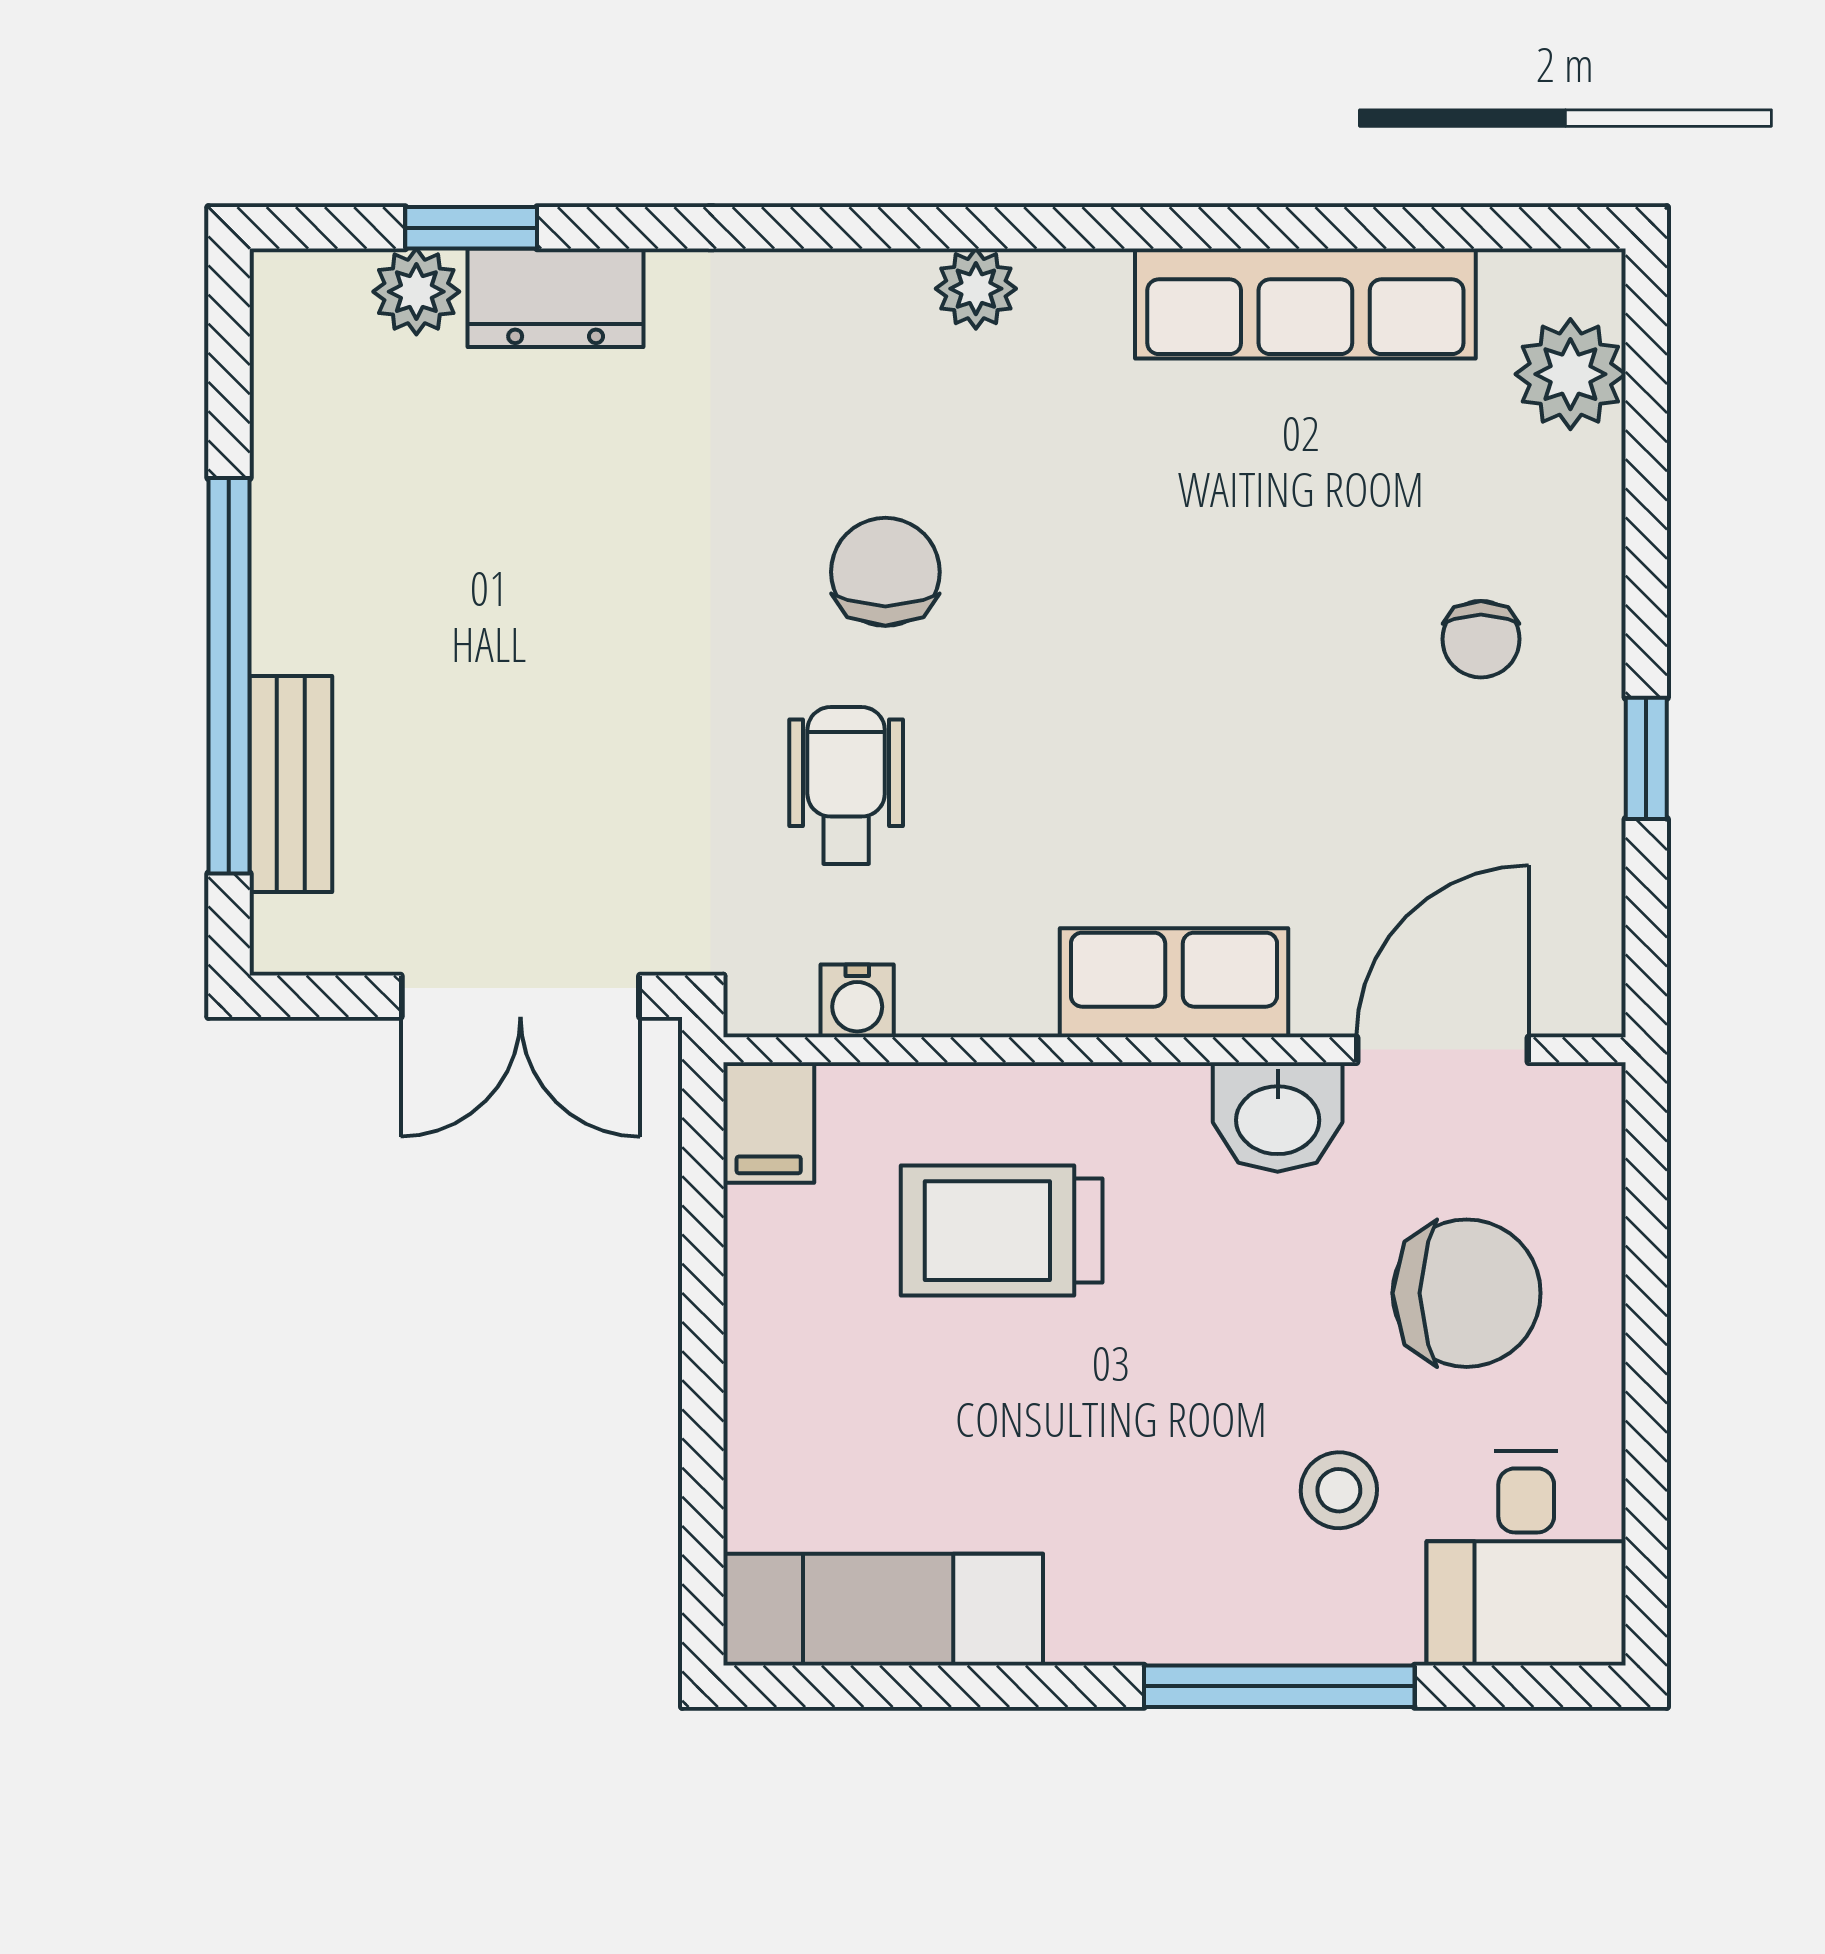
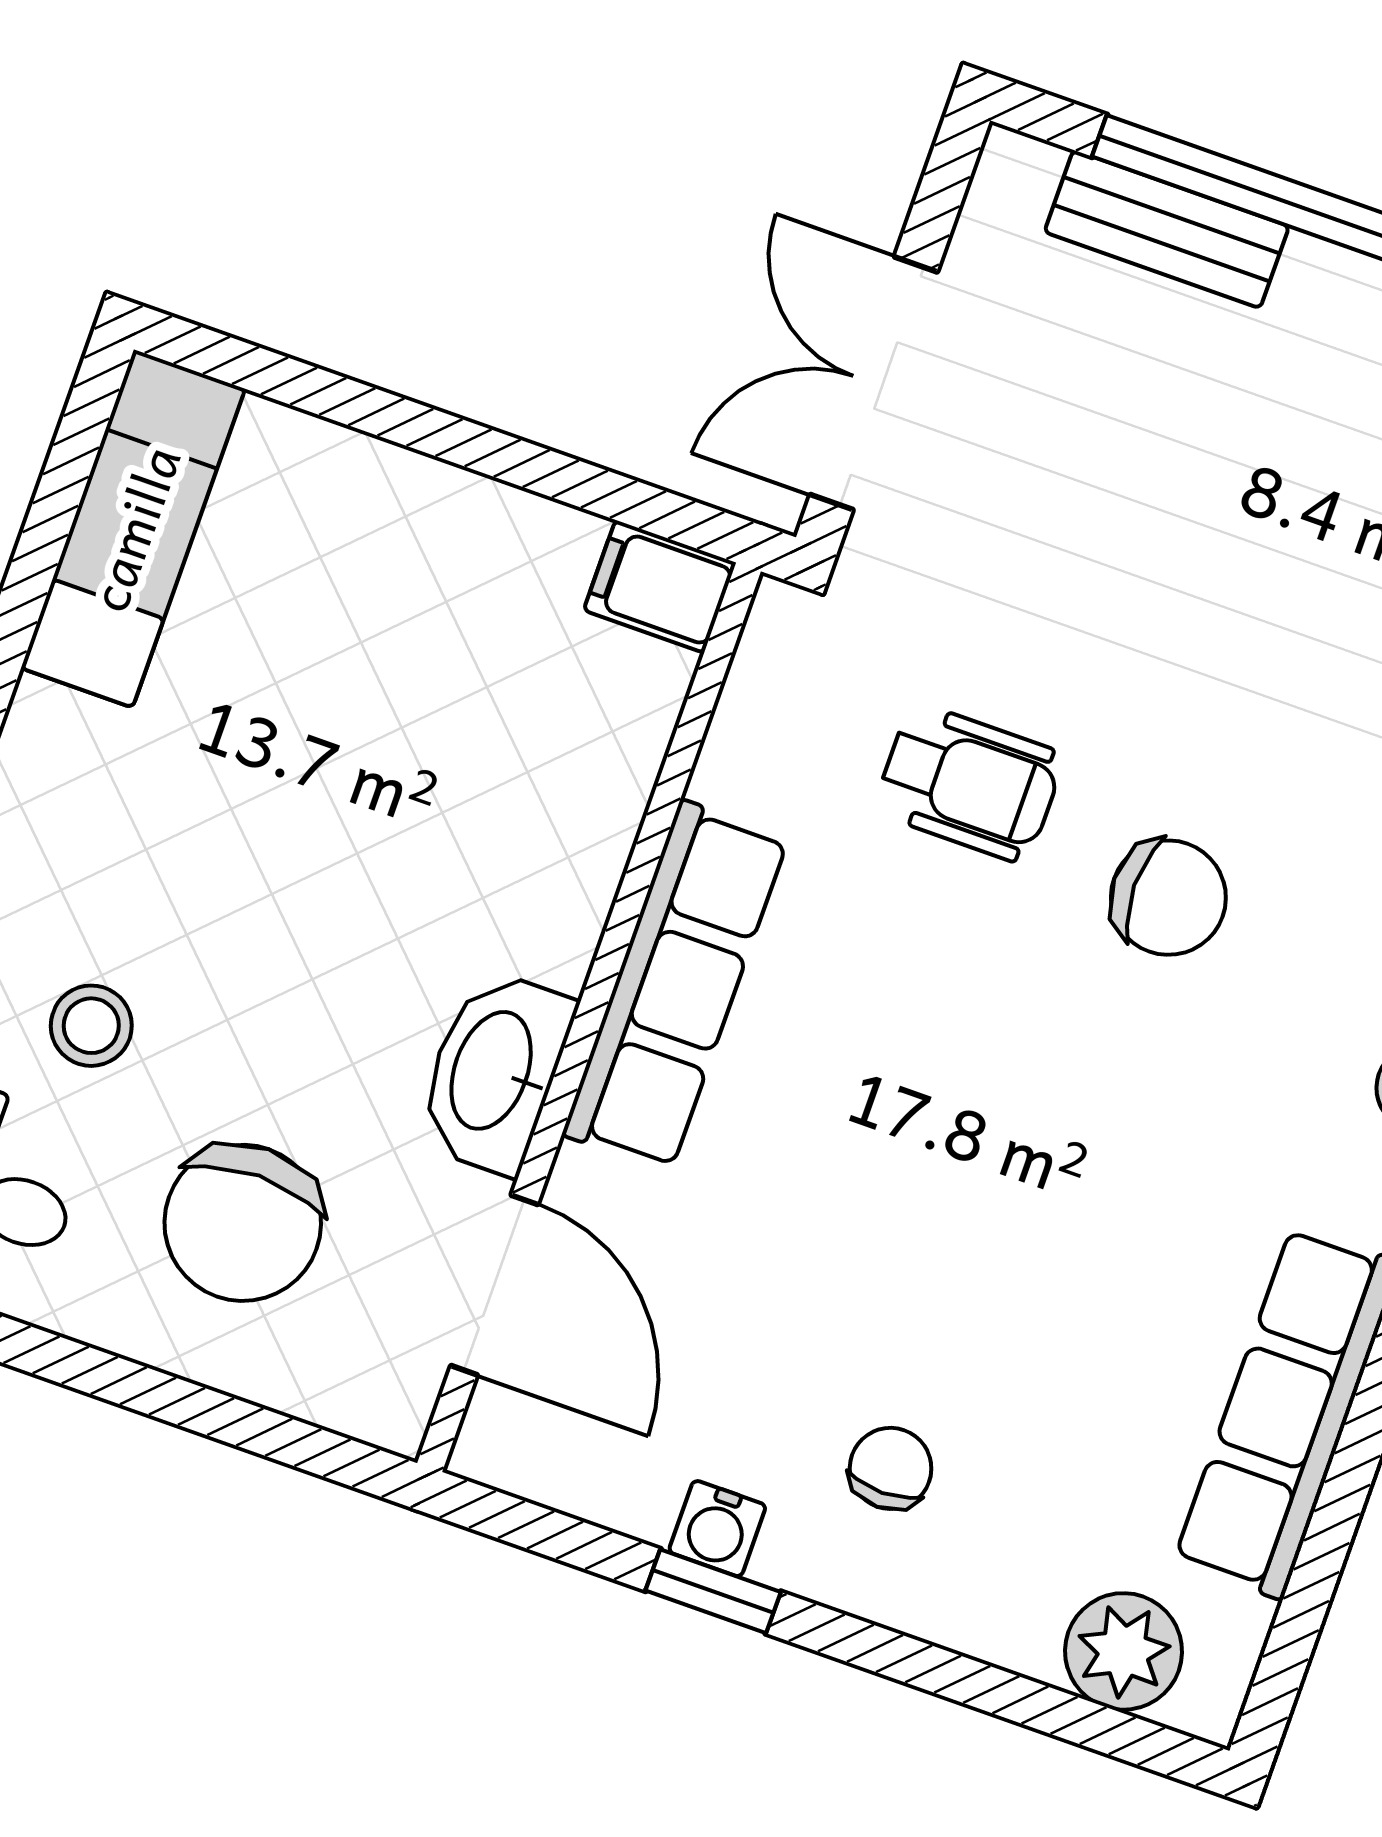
chair: (1481, 639) -> (891, 1468), turned 90
row of seats: (1174, 983) -> (675, 986), width x1.48
water cooler: (857, 1001) -> (717, 1529), moved, turned -90
washbasin: (1278, 1117) -> (494, 1072), width x1.38
trolley: (1002, 1231) -> (470, 781), removed

